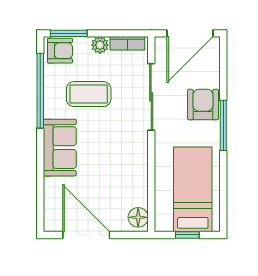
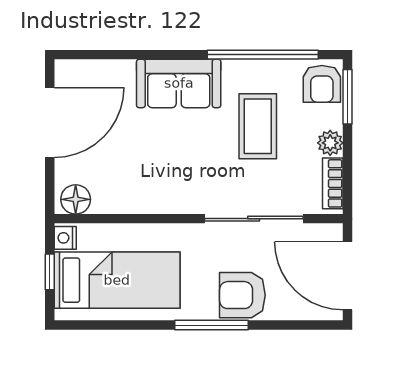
armchair: (203, 105) -> (242, 295), turned 180
nightstand: (164, 224) -> (65, 238), added

